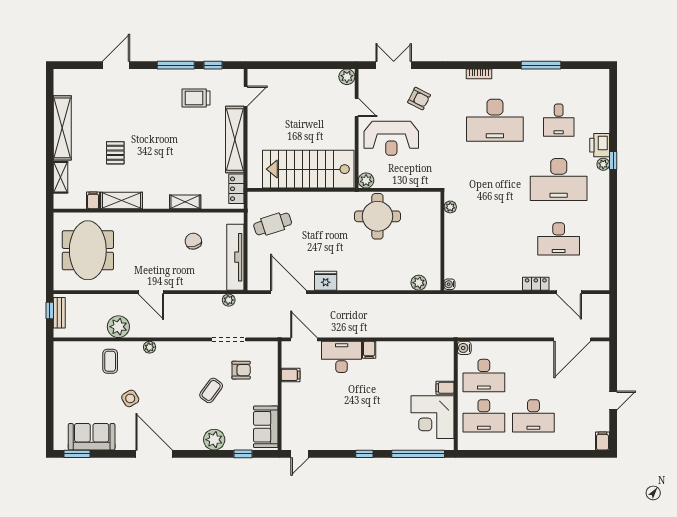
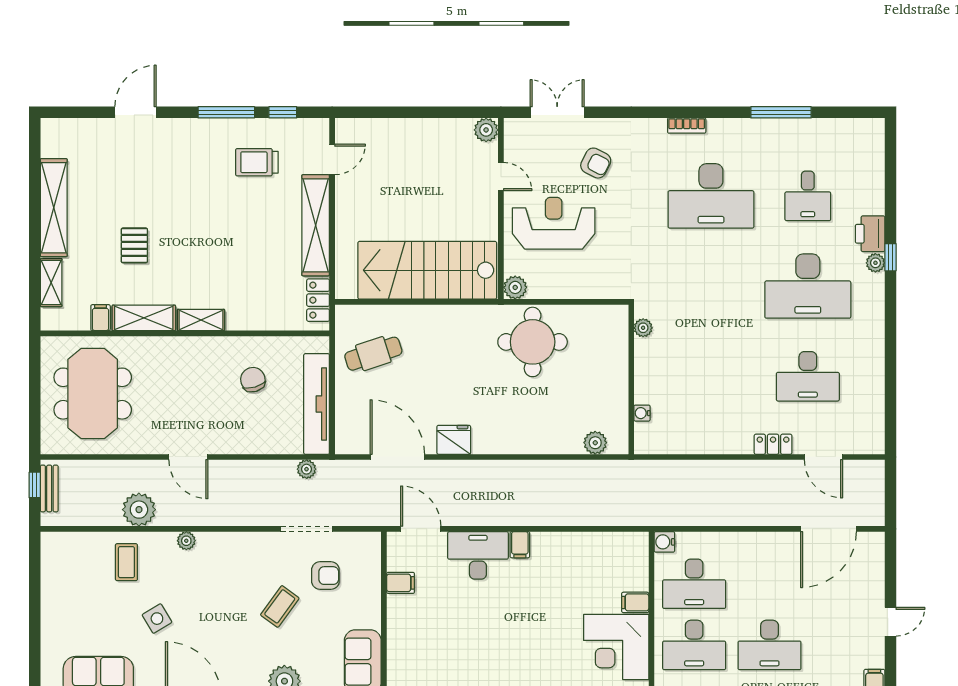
reception desk: (391, 138) -> (554, 223), turned 180
shelving: (185, 202) -> (201, 320), moved
water cooler: (450, 284) -> (642, 413), moved

